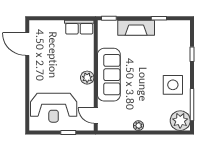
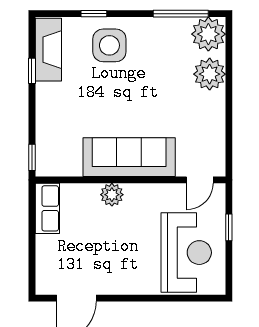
fireplace: (136, 28) -> (48, 50), moved
plant: (87, 78) -> (112, 195), moved
side table: (173, 85) -> (109, 45), moved
plant: (138, 126) -> (210, 74), moved, width x1.88, depth x1.88

